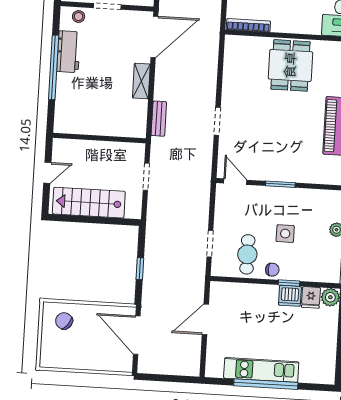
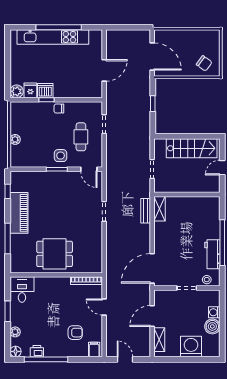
dining table: (290, 65) -> (55, 254), turned 90
shelving: (141, 81) -> (160, 209), moved
side table: (285, 234) -> (61, 156), moved
cafe table: (247, 254) -> (81, 137), moved
kitchen unit: (261, 370) -> (53, 37), width x1.36

